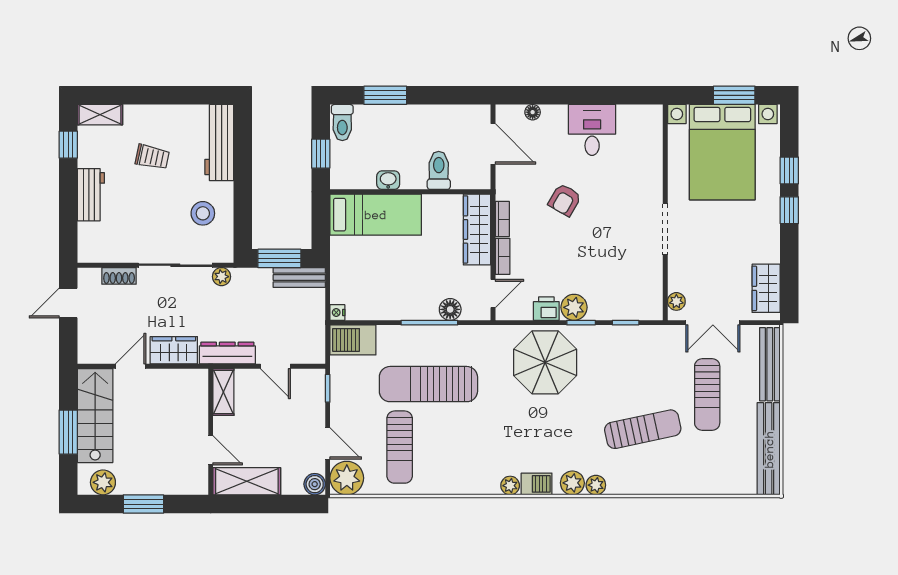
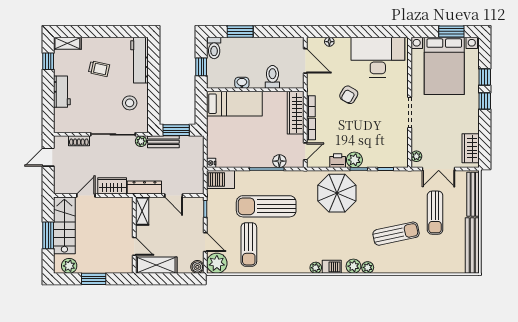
desk: (592, 130) -> (378, 57), width x1.87, depth x1.30
bench: (299, 277) -> (163, 142), moved

